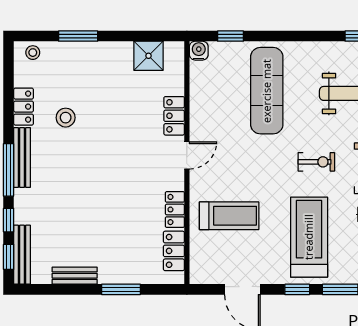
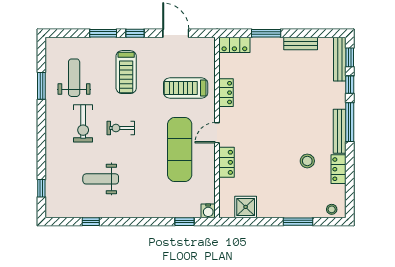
exercise mat: (267, 91) -> (180, 149), moved
treadmill: (309, 237) -> (126, 72), width x0.73, depth x0.73
locker: (174, 251) -> (234, 45), moved, turned 90

